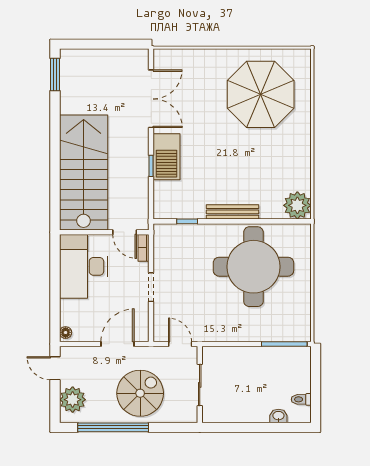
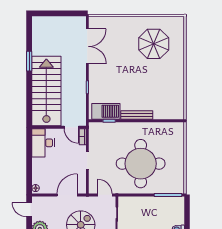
window: (55, 74) -> (29, 61), moved
parasol: (261, 94) -> (154, 44), width x0.73, depth x0.73
barbecue: (167, 157) -> (106, 111), moved, turned -90
plant: (297, 205) -> (176, 111), removed
desk: (84, 266) -> (43, 143), width x0.73, depth x0.77
round table: (253, 267) -> (141, 164), moved

